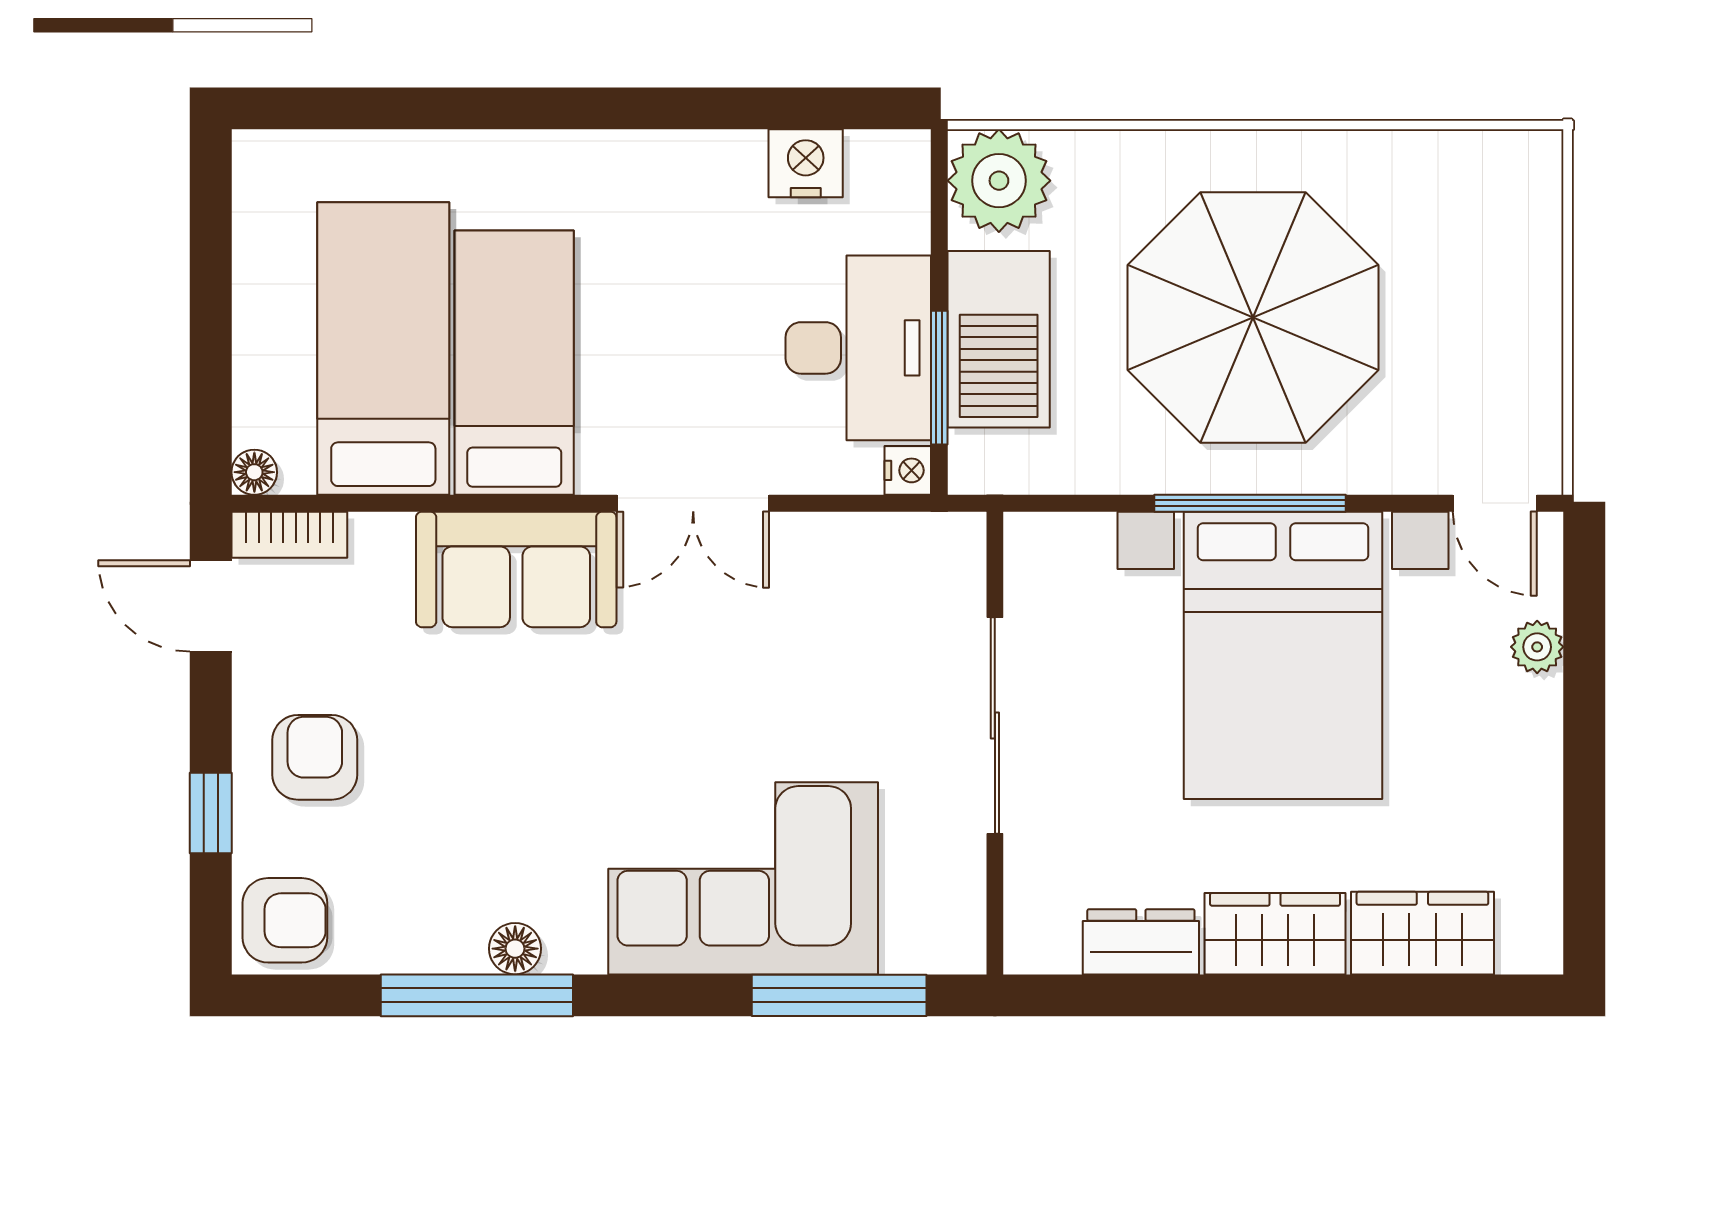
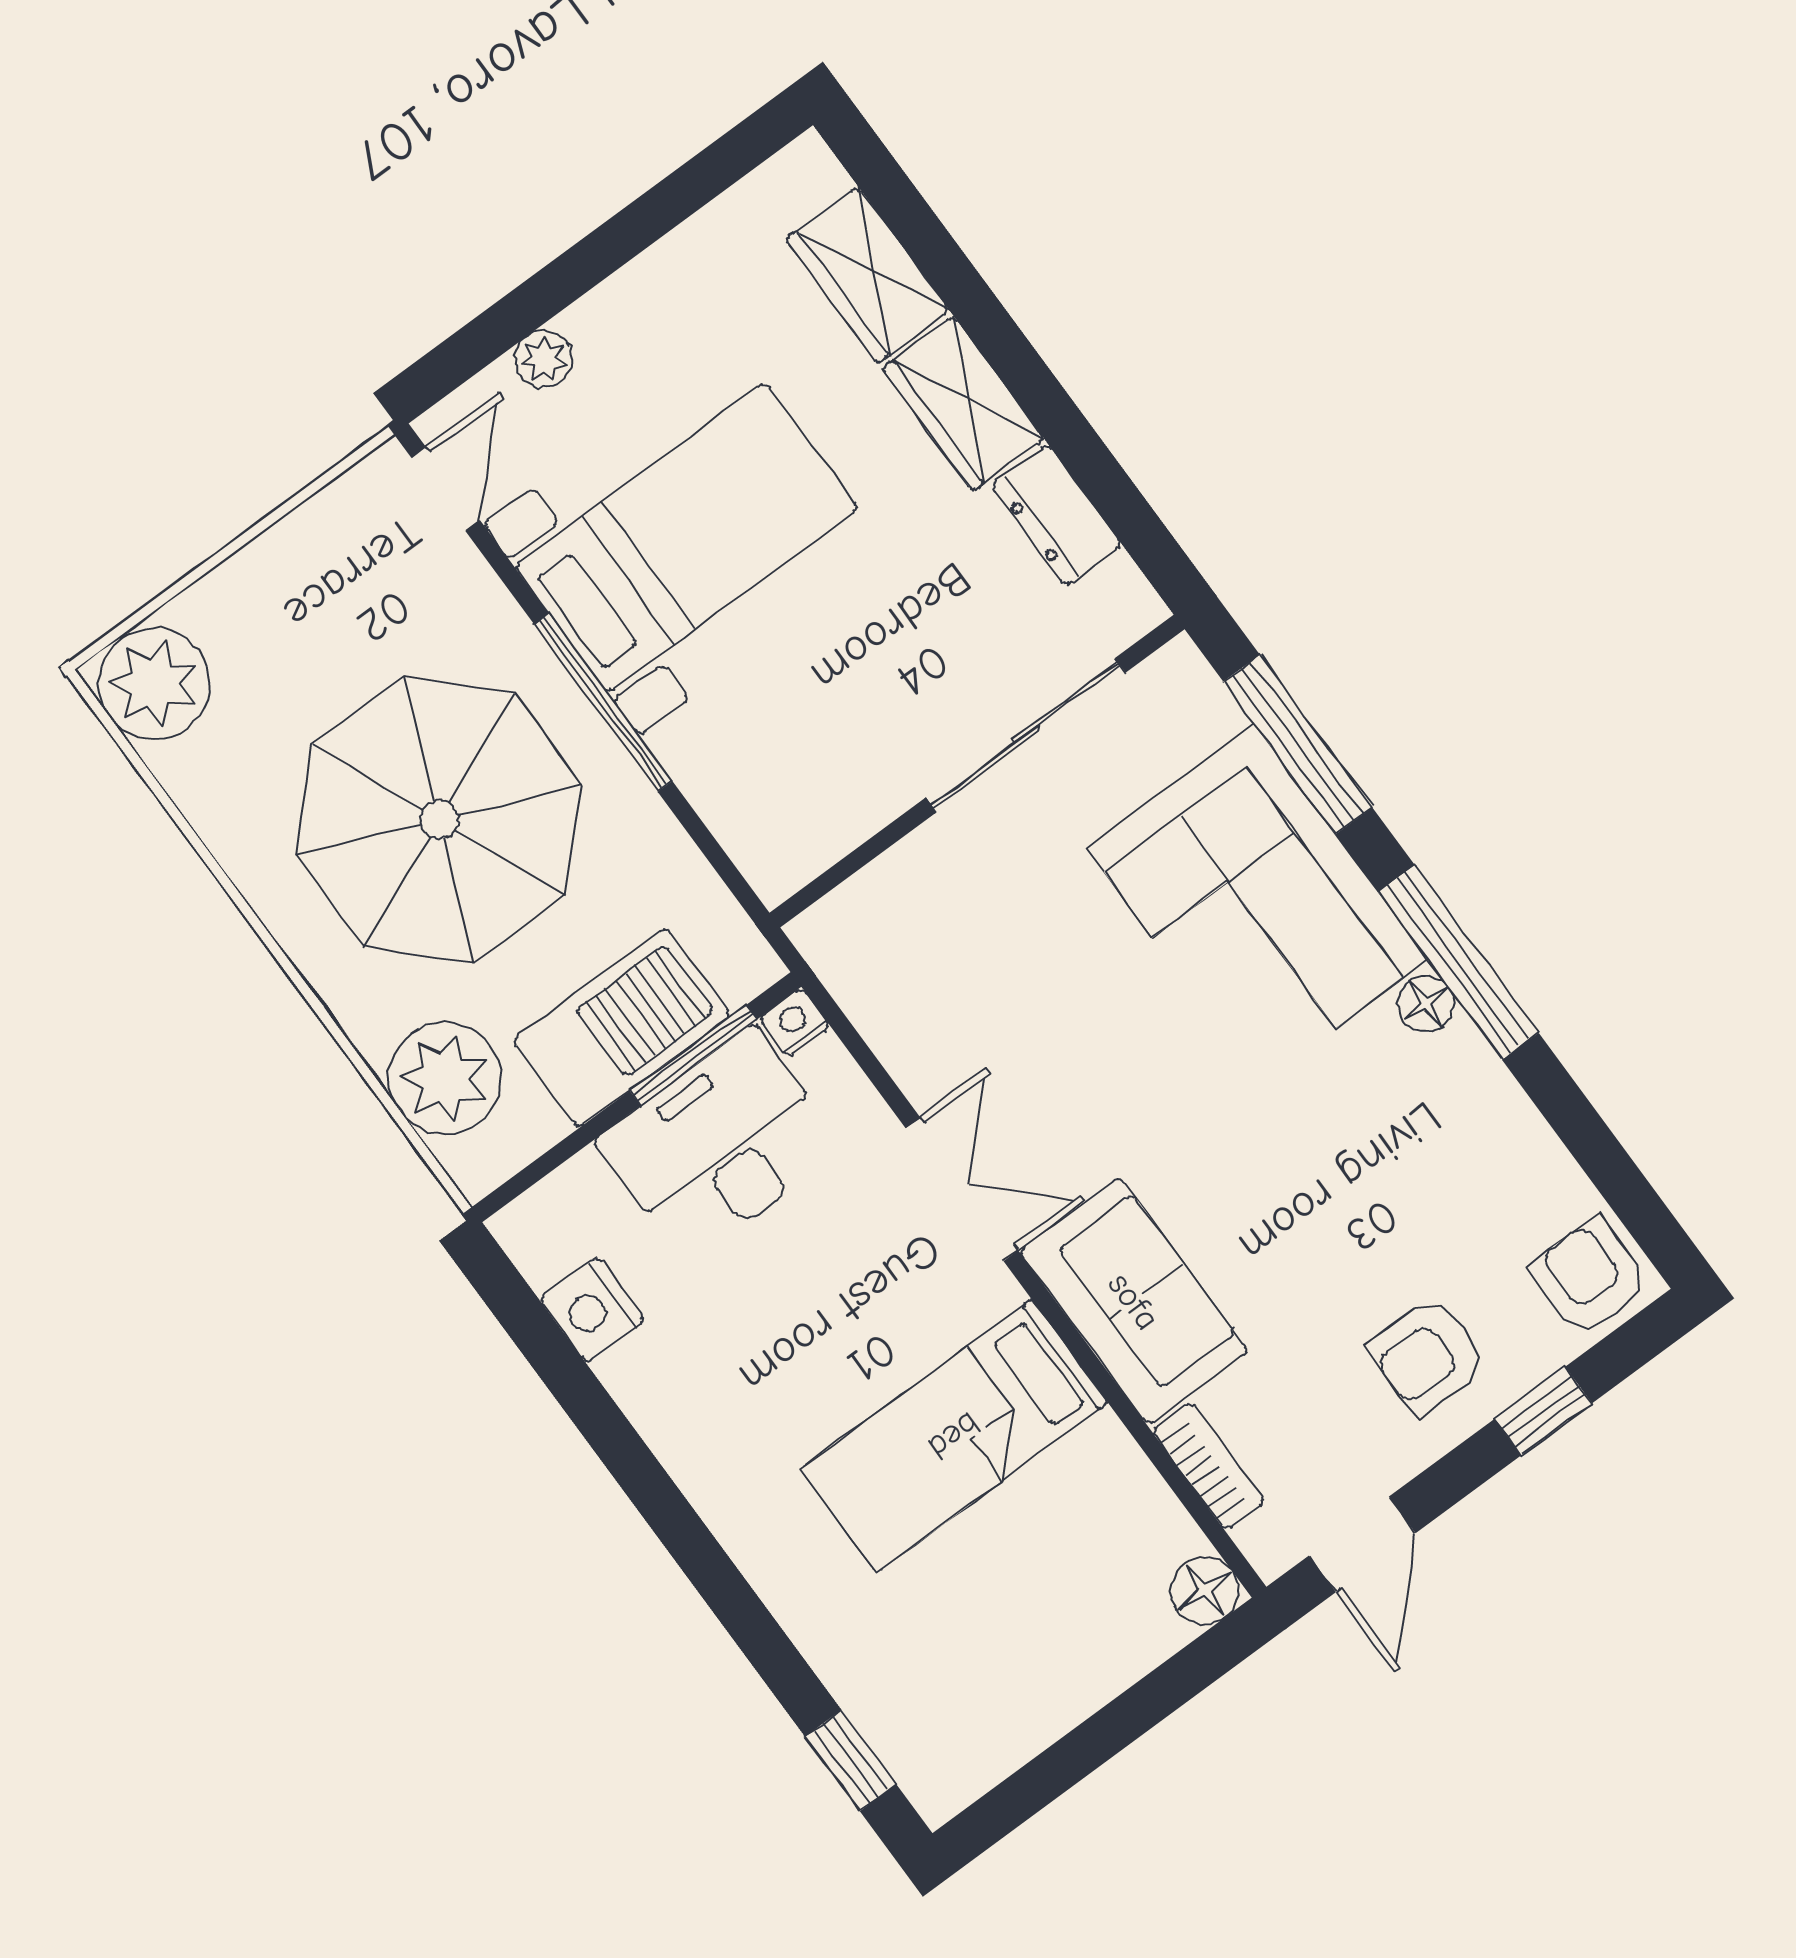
window: (330, 108) -> (851, 1760), added
plant: (1510, 180) -> (154, 684), added
plant: (999, 181) -> (445, 1078), moved
bed: (383, 349) -> (1026, 1559), removed
floor lamp: (254, 472) -> (1205, 1591), width x1.37, depth x1.37
bookcase: (289, 535) -> (1209, 1466), moved
bed with nightstands: (1283, 655) -> (687, 537), width x0.73
sliding door: (995, 725) -> (1026, 735), moved
floor lamp: (515, 949) -> (1426, 1004), moved
window: (477, 995) -> (1458, 962), moved

